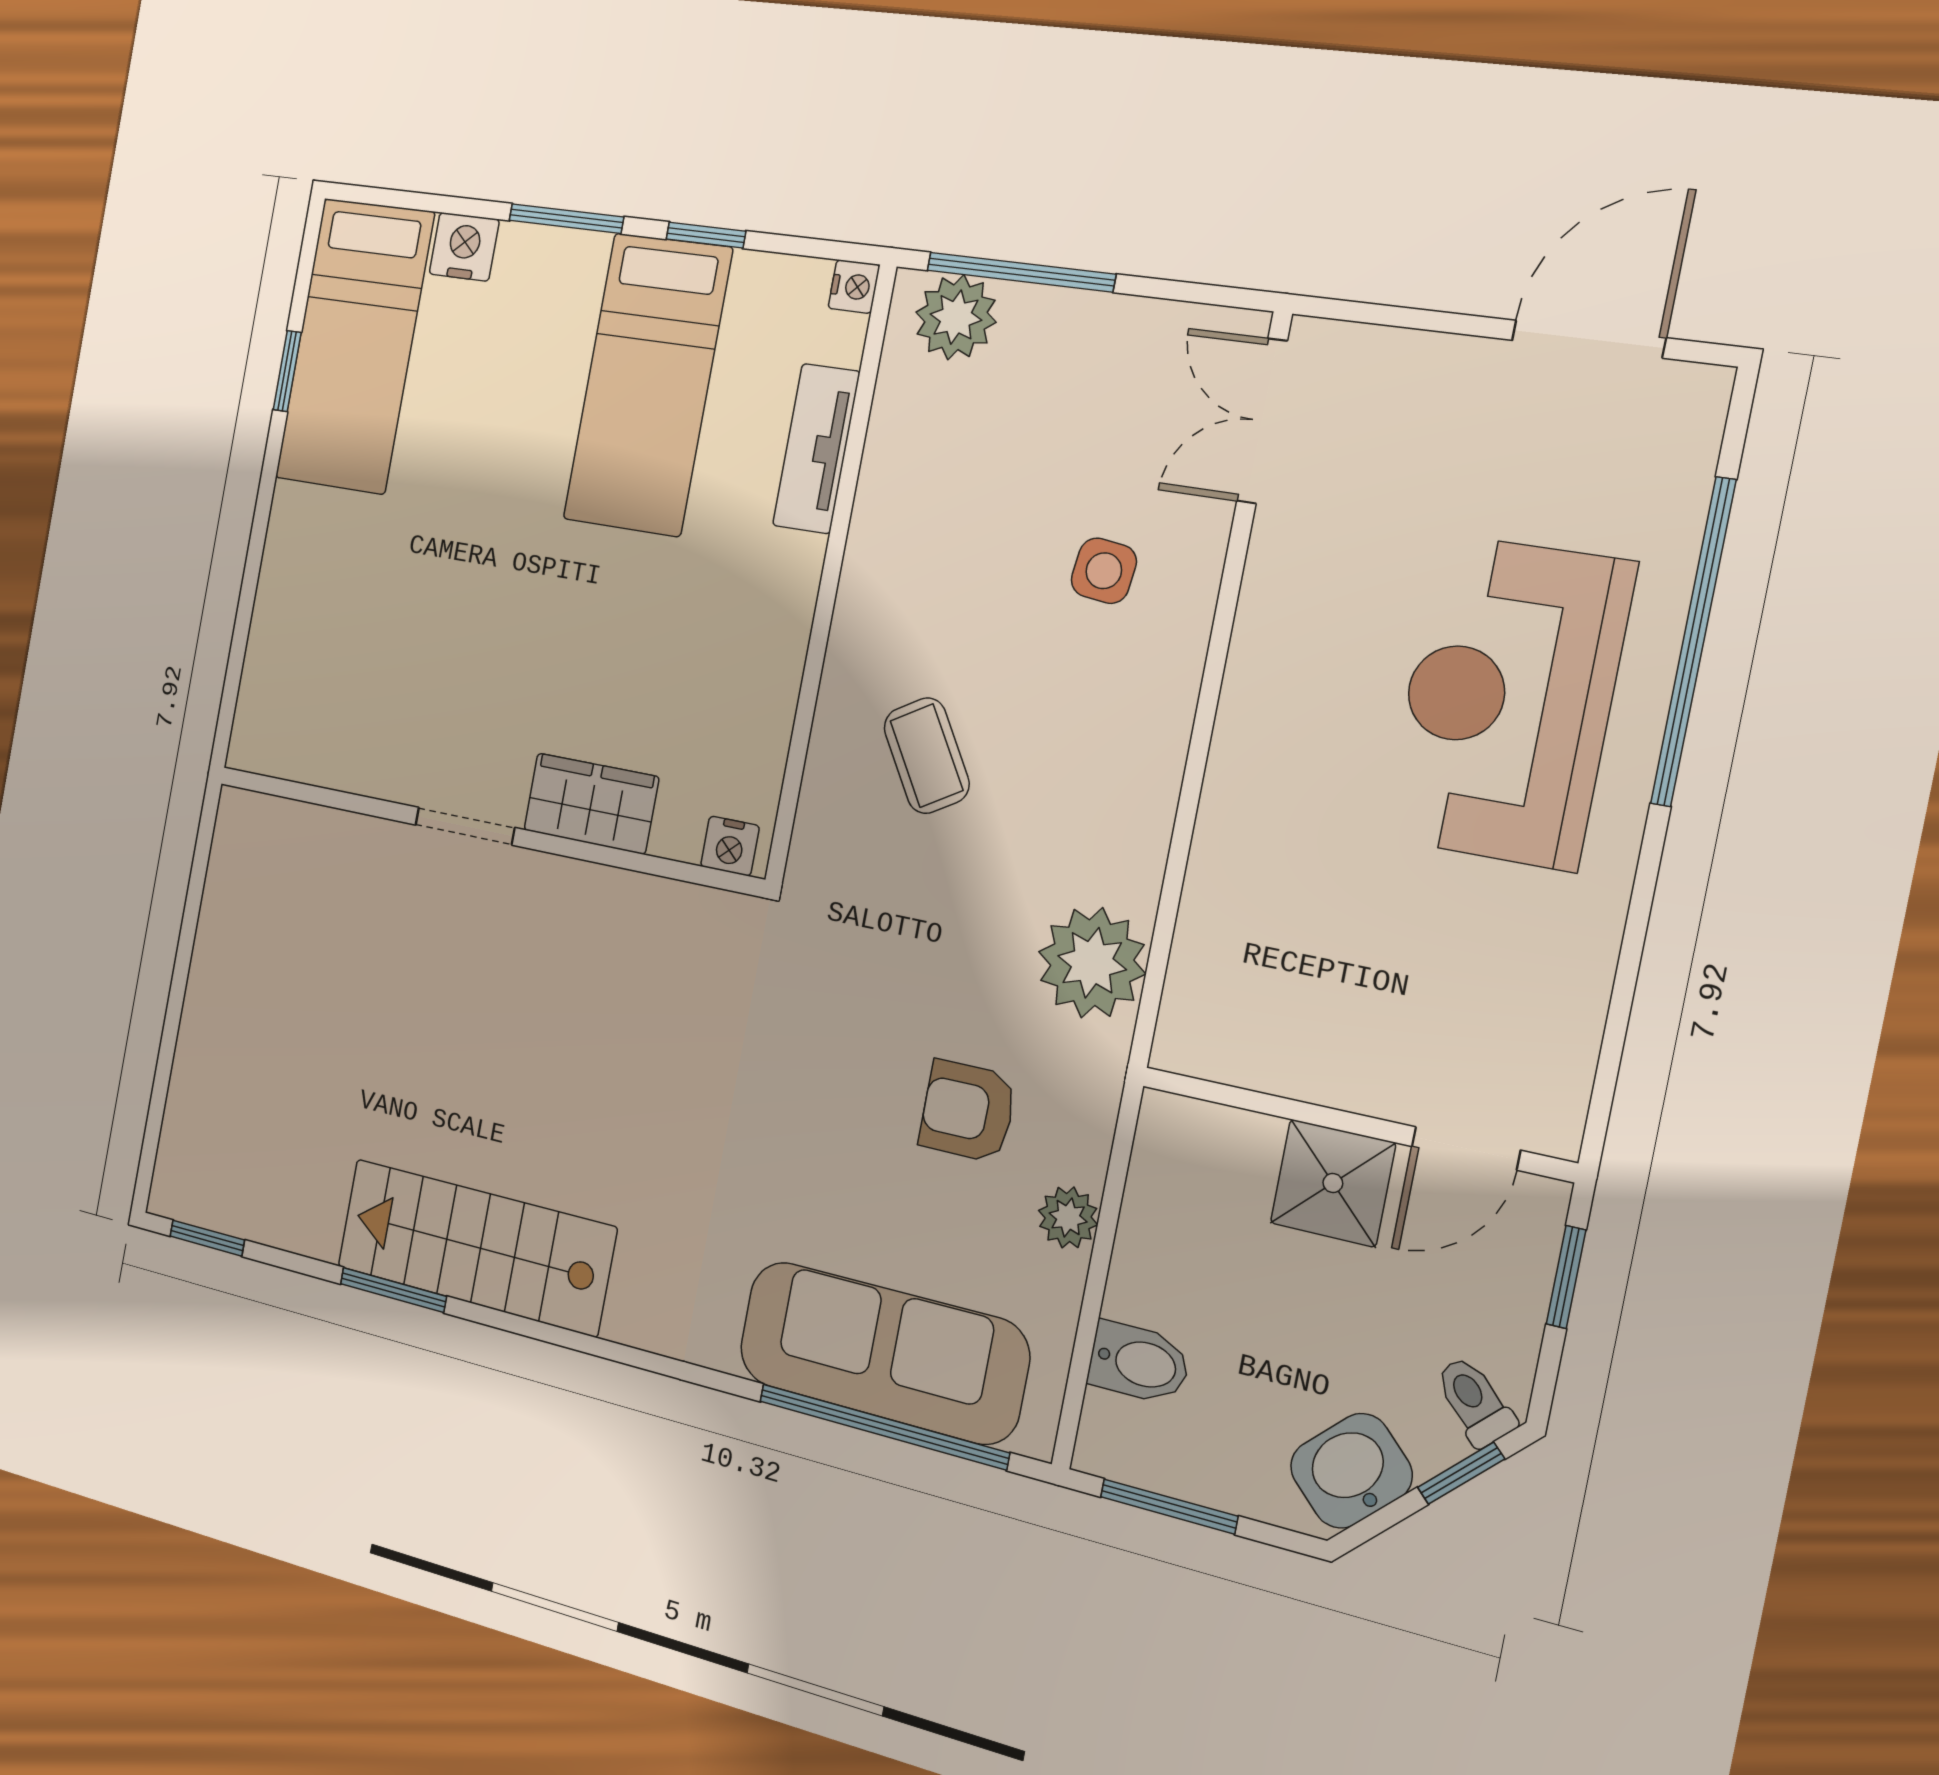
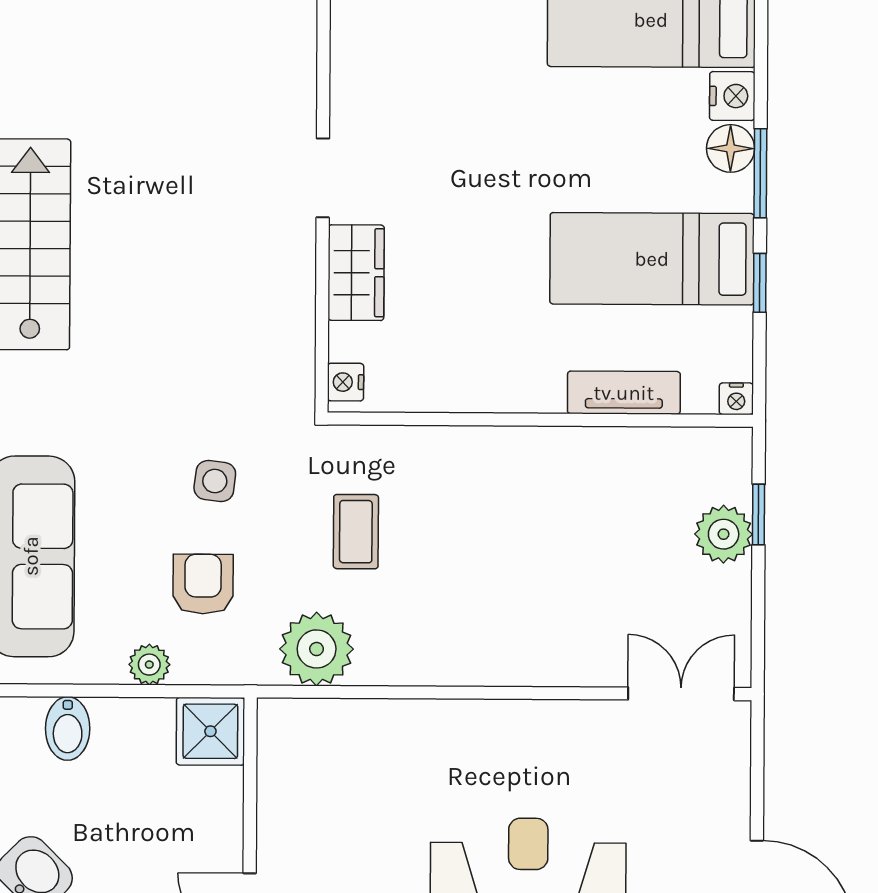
floor lamp: (528, 257) -> (731, 148), added
window: (1021, 272) -> (759, 515), width x0.46
plant: (956, 317) -> (724, 534), moved
side table: (1104, 571) -> (215, 481), moved
coffee table: (927, 756) -> (356, 532), moved, turned -59
shower: (1333, 1183) -> (210, 731), moved

